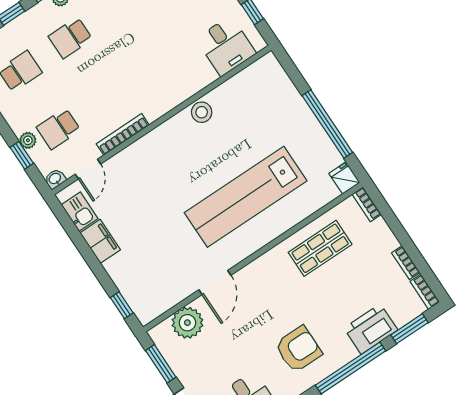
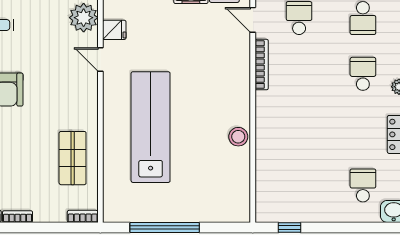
desk: (226, 46) -> (277, 189), removed
fridge: (344, 178) -> (114, 30), moved
door: (215, 282) -> (100, 60), width x0.73

